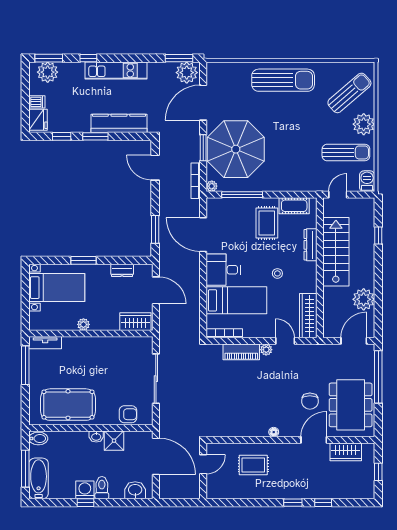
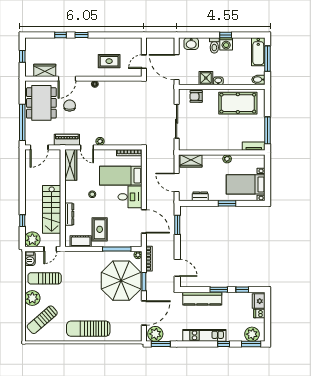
plant: (364, 299) -> (32, 239), moved
piano: (241, 352) -> (67, 140), moved

